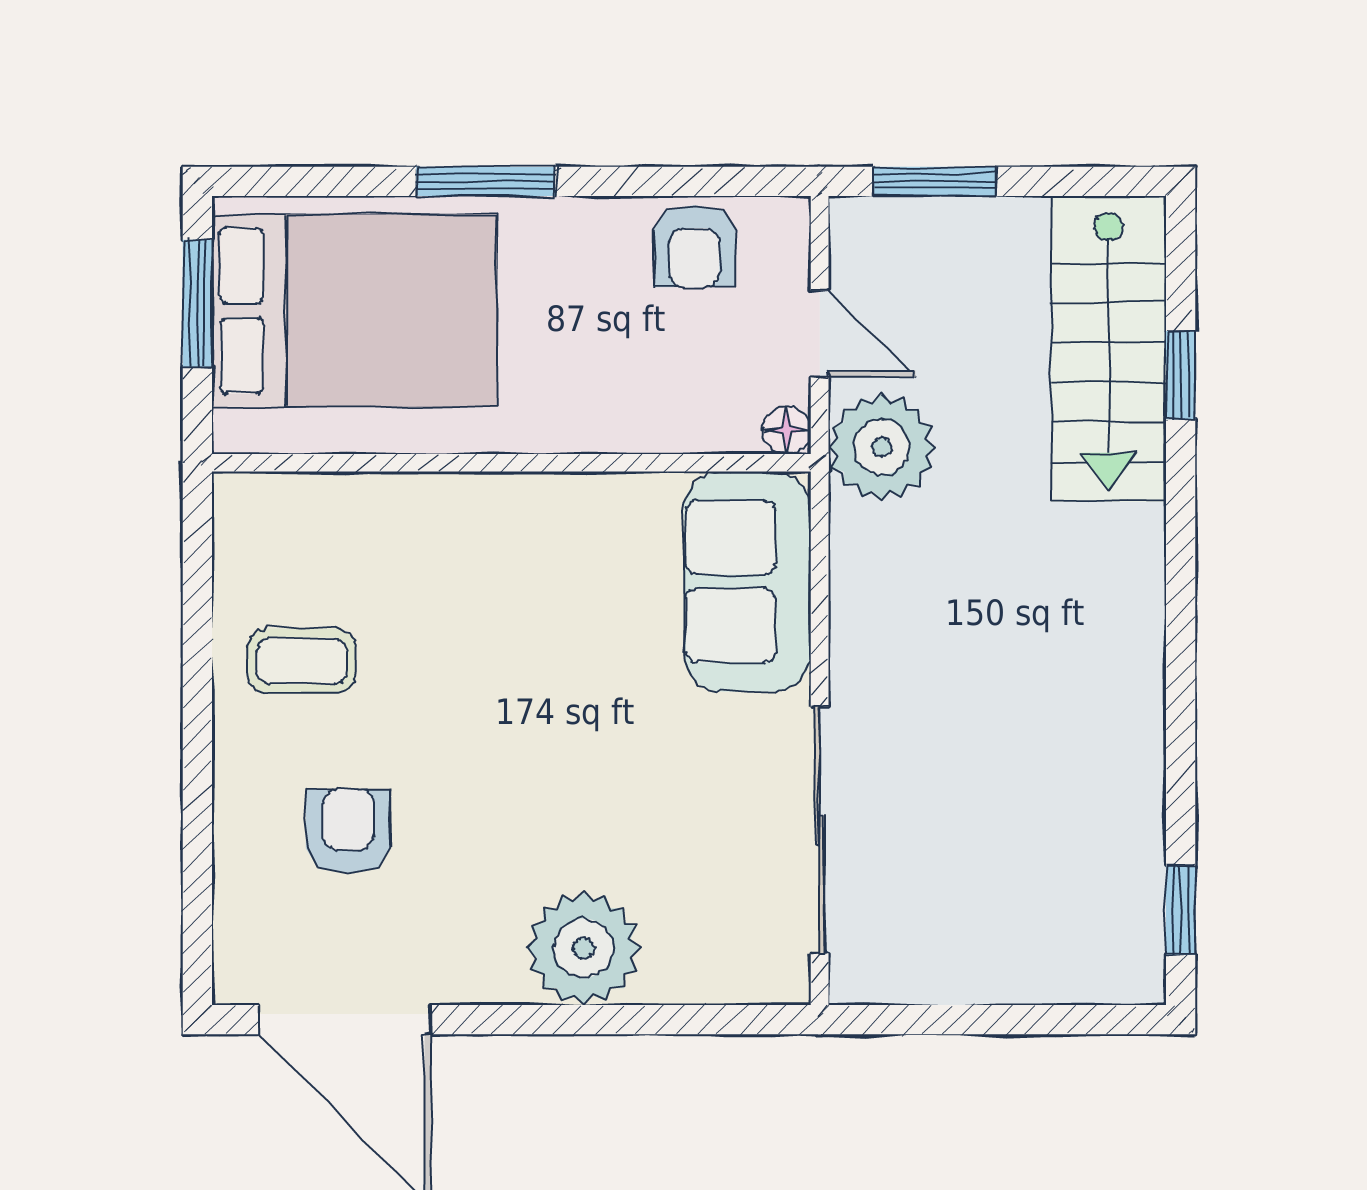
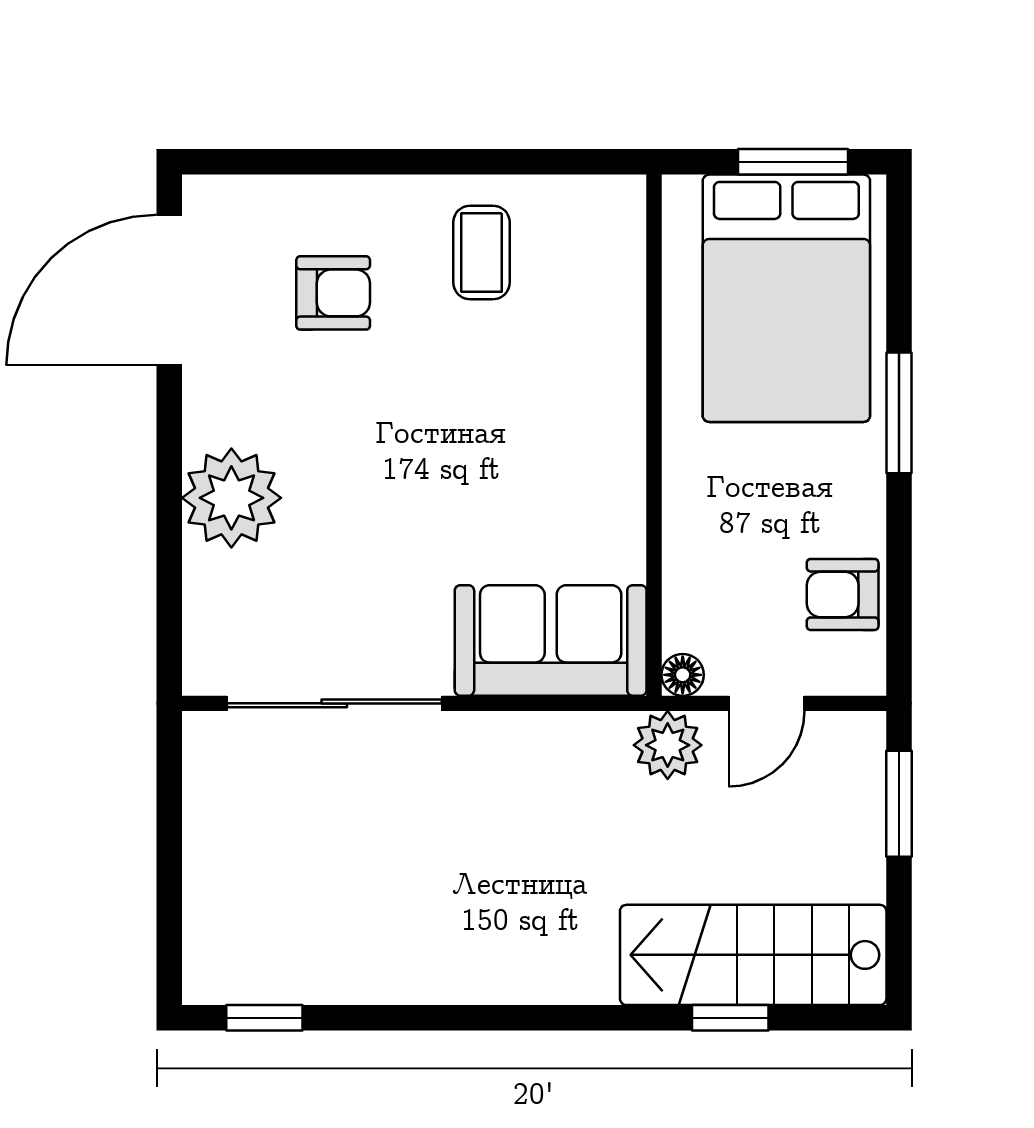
plant: (882, 447) -> (668, 745), width x0.73, depth x0.73

